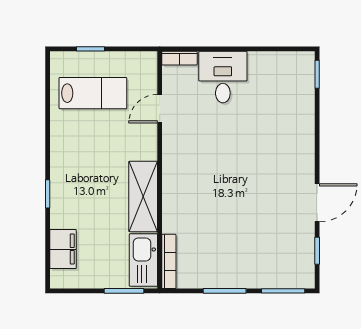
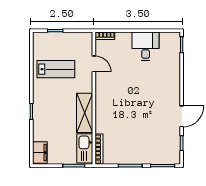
desk: (223, 77) -> (146, 46), moved
lab bench: (93, 93) -> (56, 69), moved
door: (160, 109) -> (94, 64), swing flipped
filing cabinet: (63, 249) -> (40, 153), moved

